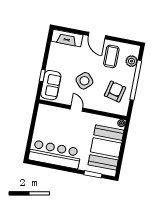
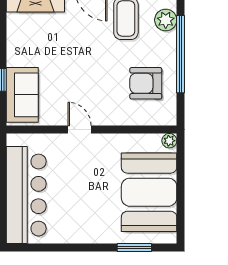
side table: (84, 81) -> (84, 74), removed
armchair: (115, 92) -> (146, 83), turned -103
bar counter: (55, 154) -> (26, 195), moved, turned 90

